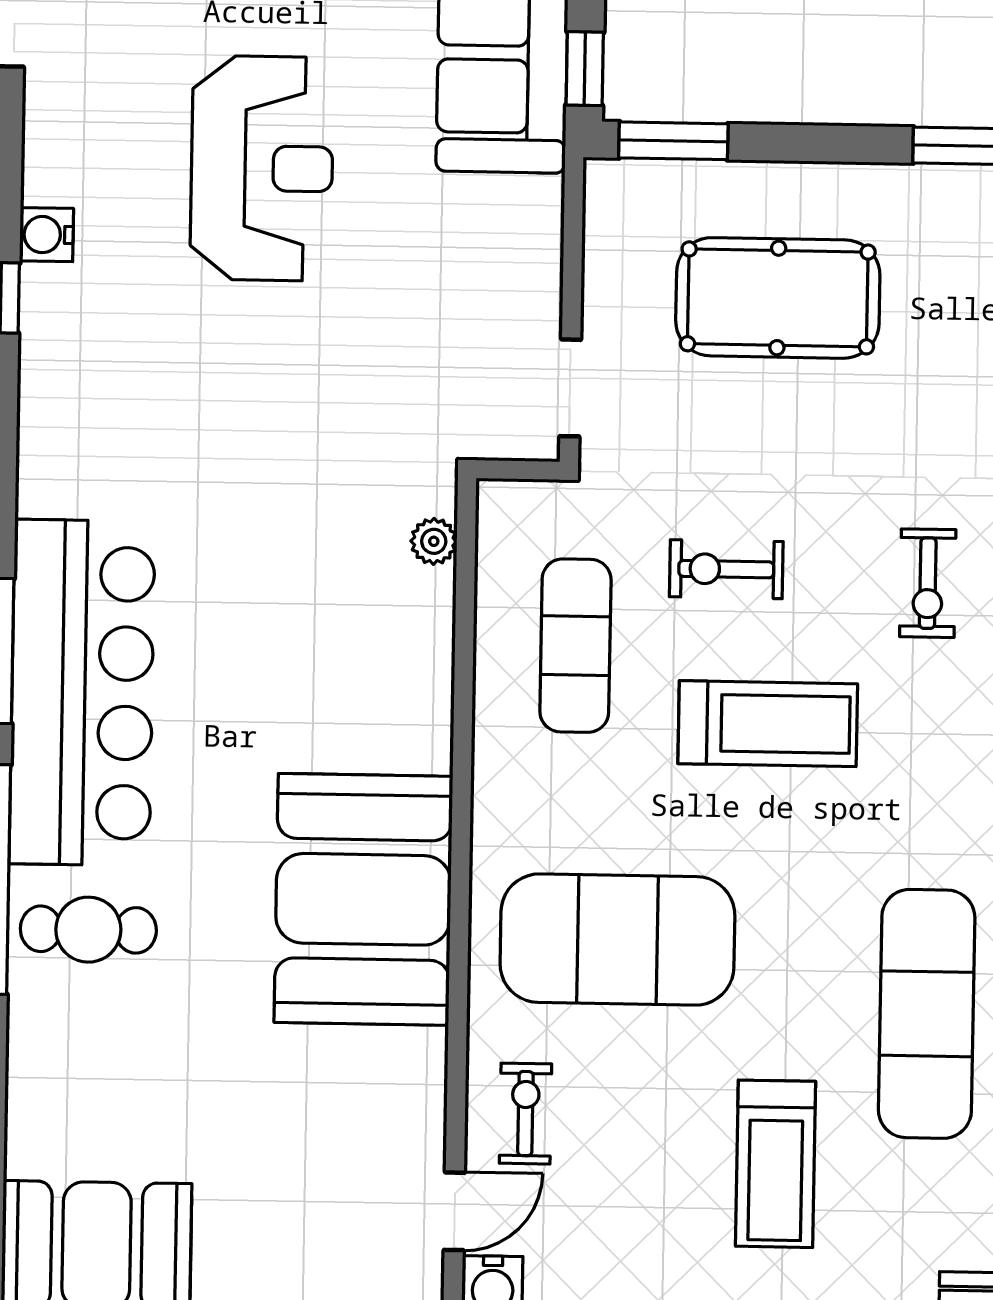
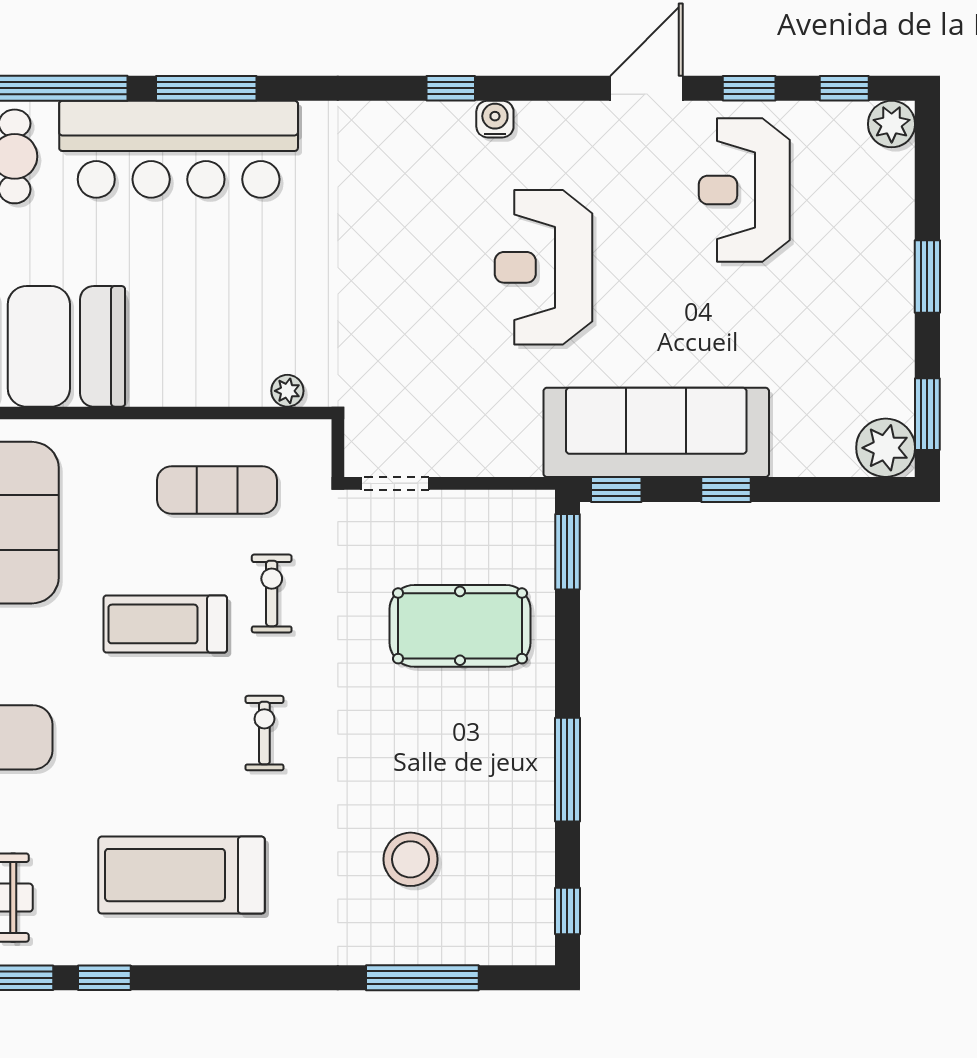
reception desk: (262, 168) -> (543, 267), turned 90
pool table: (778, 298) -> (460, 626), turned 90
exercise bike: (928, 583) -> (264, 733), turned 90
treadmill: (768, 724) -> (165, 624), turned 90

